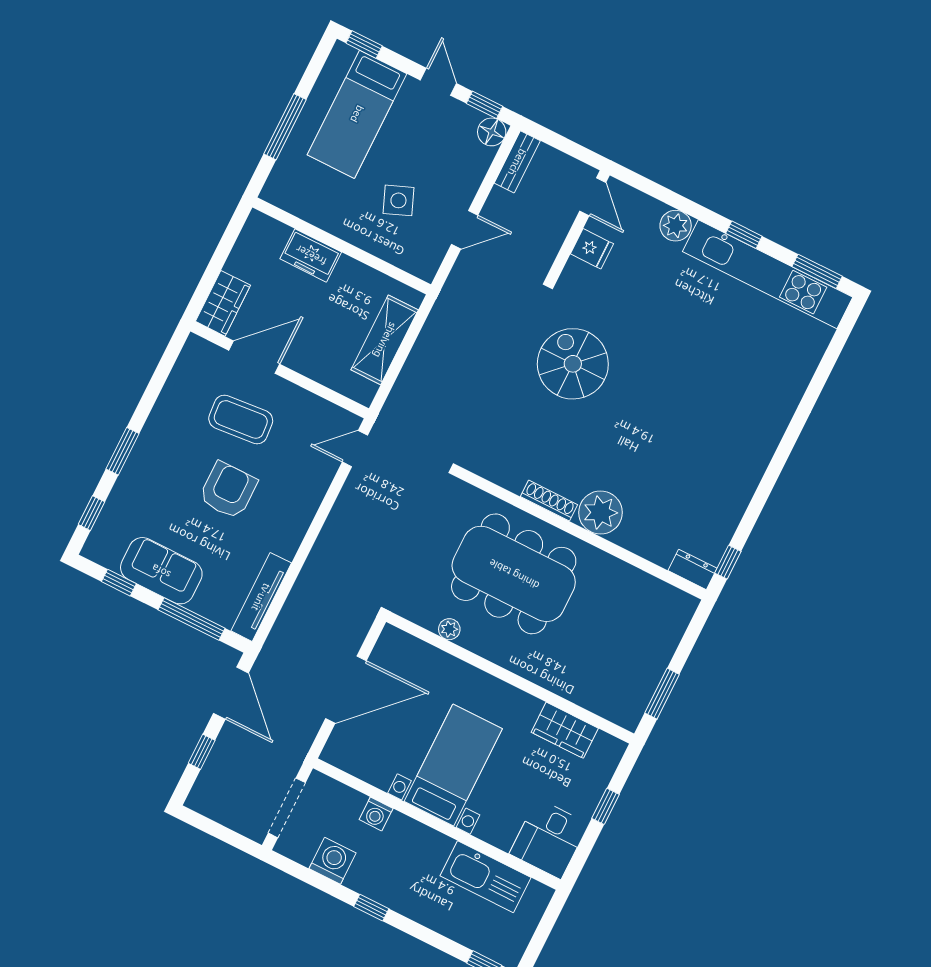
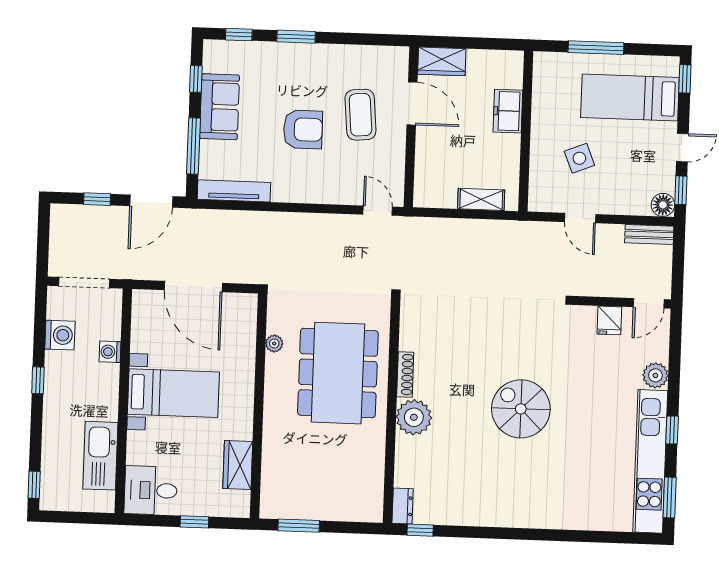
shelving: (385, 340) -> (481, 199), width x0.67, depth x0.75
spiral stairs: (573, 364) -> (521, 409), moved, turned -90

